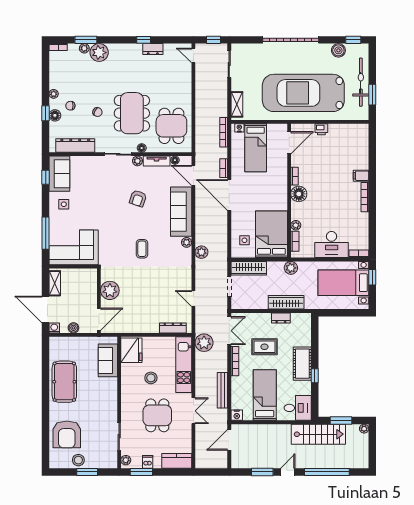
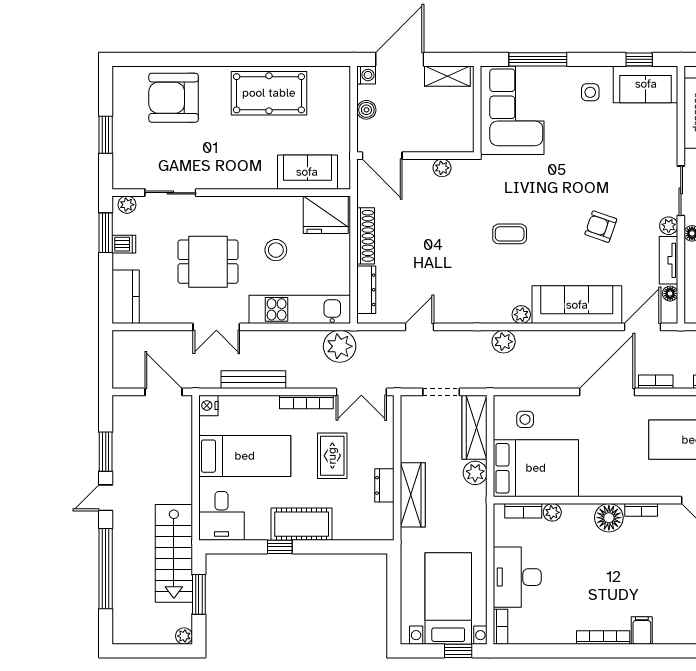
plant: (291, 268) -> (475, 473), moved
plant: (110, 290) -> (442, 168), width x0.53, depth x0.53
shoe rack: (143, 328) -> (366, 236), added
stool: (78, 460) -> (127, 119), removed
door: (288, 472) -> (106, 498), swing flipped

